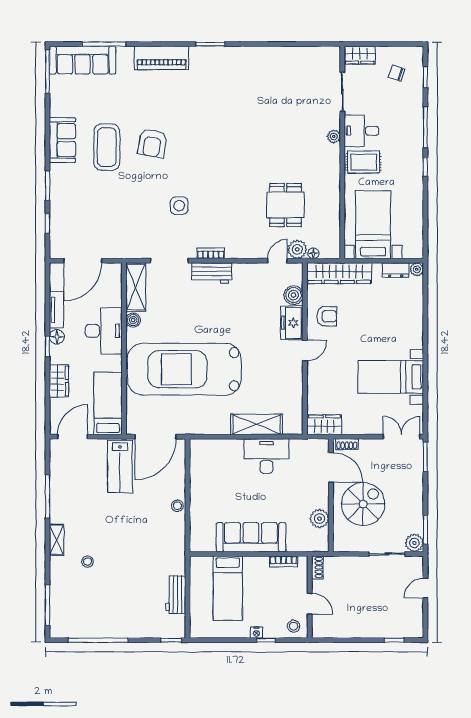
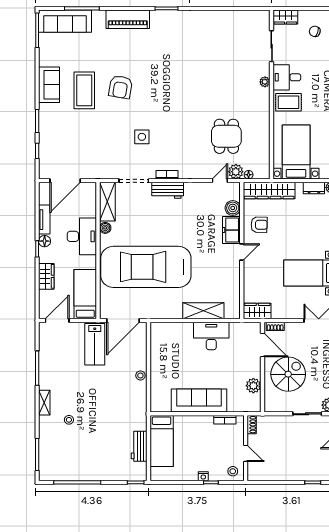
bed: (228, 588) -> (162, 441), moved

